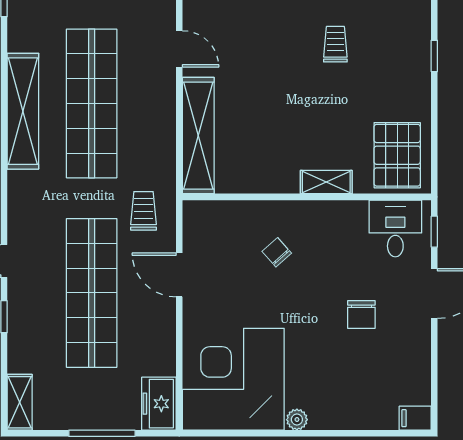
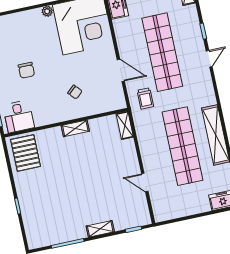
trolley: (335, 44) -> (68, 201), removed
shelving: (198, 136) -> (125, 125), width x0.45, depth x0.75
shelving: (326, 182) -> (75, 128), moved
chair: (361, 314) -> (26, 70), turned 180

